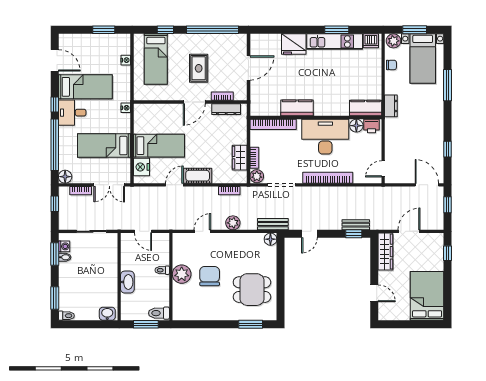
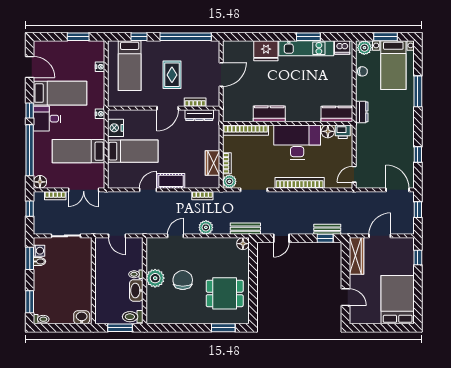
nightstand: (142, 167) -> (115, 128), moved
washbasin: (127, 282) -> (136, 290), moved, turned 180

